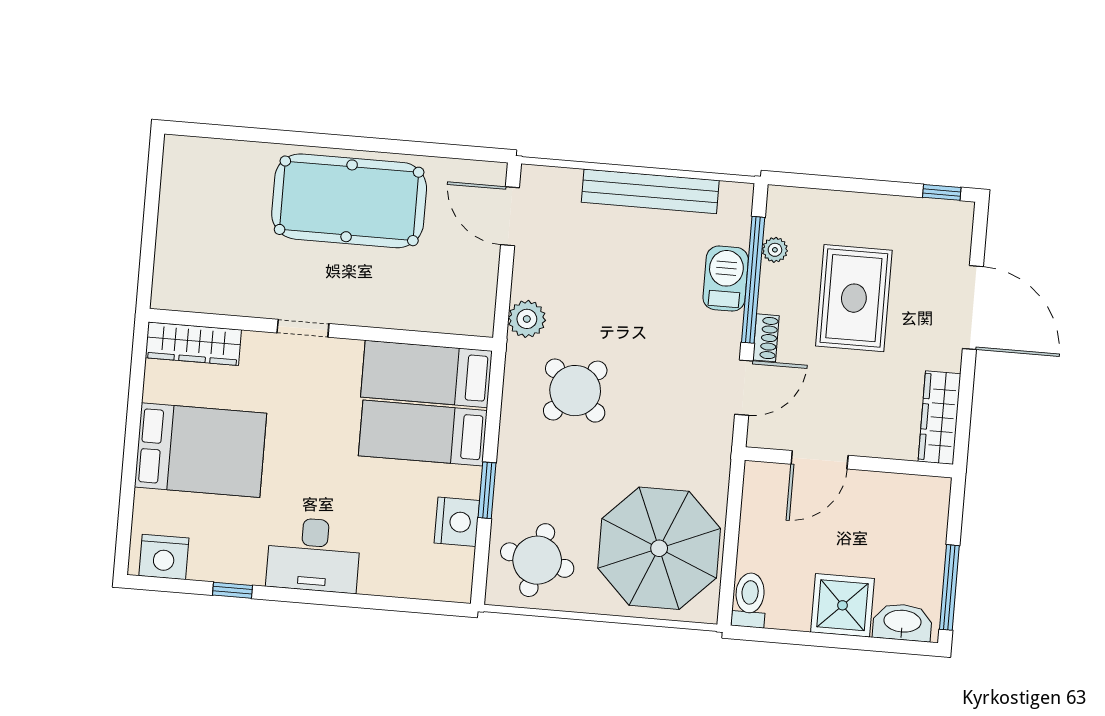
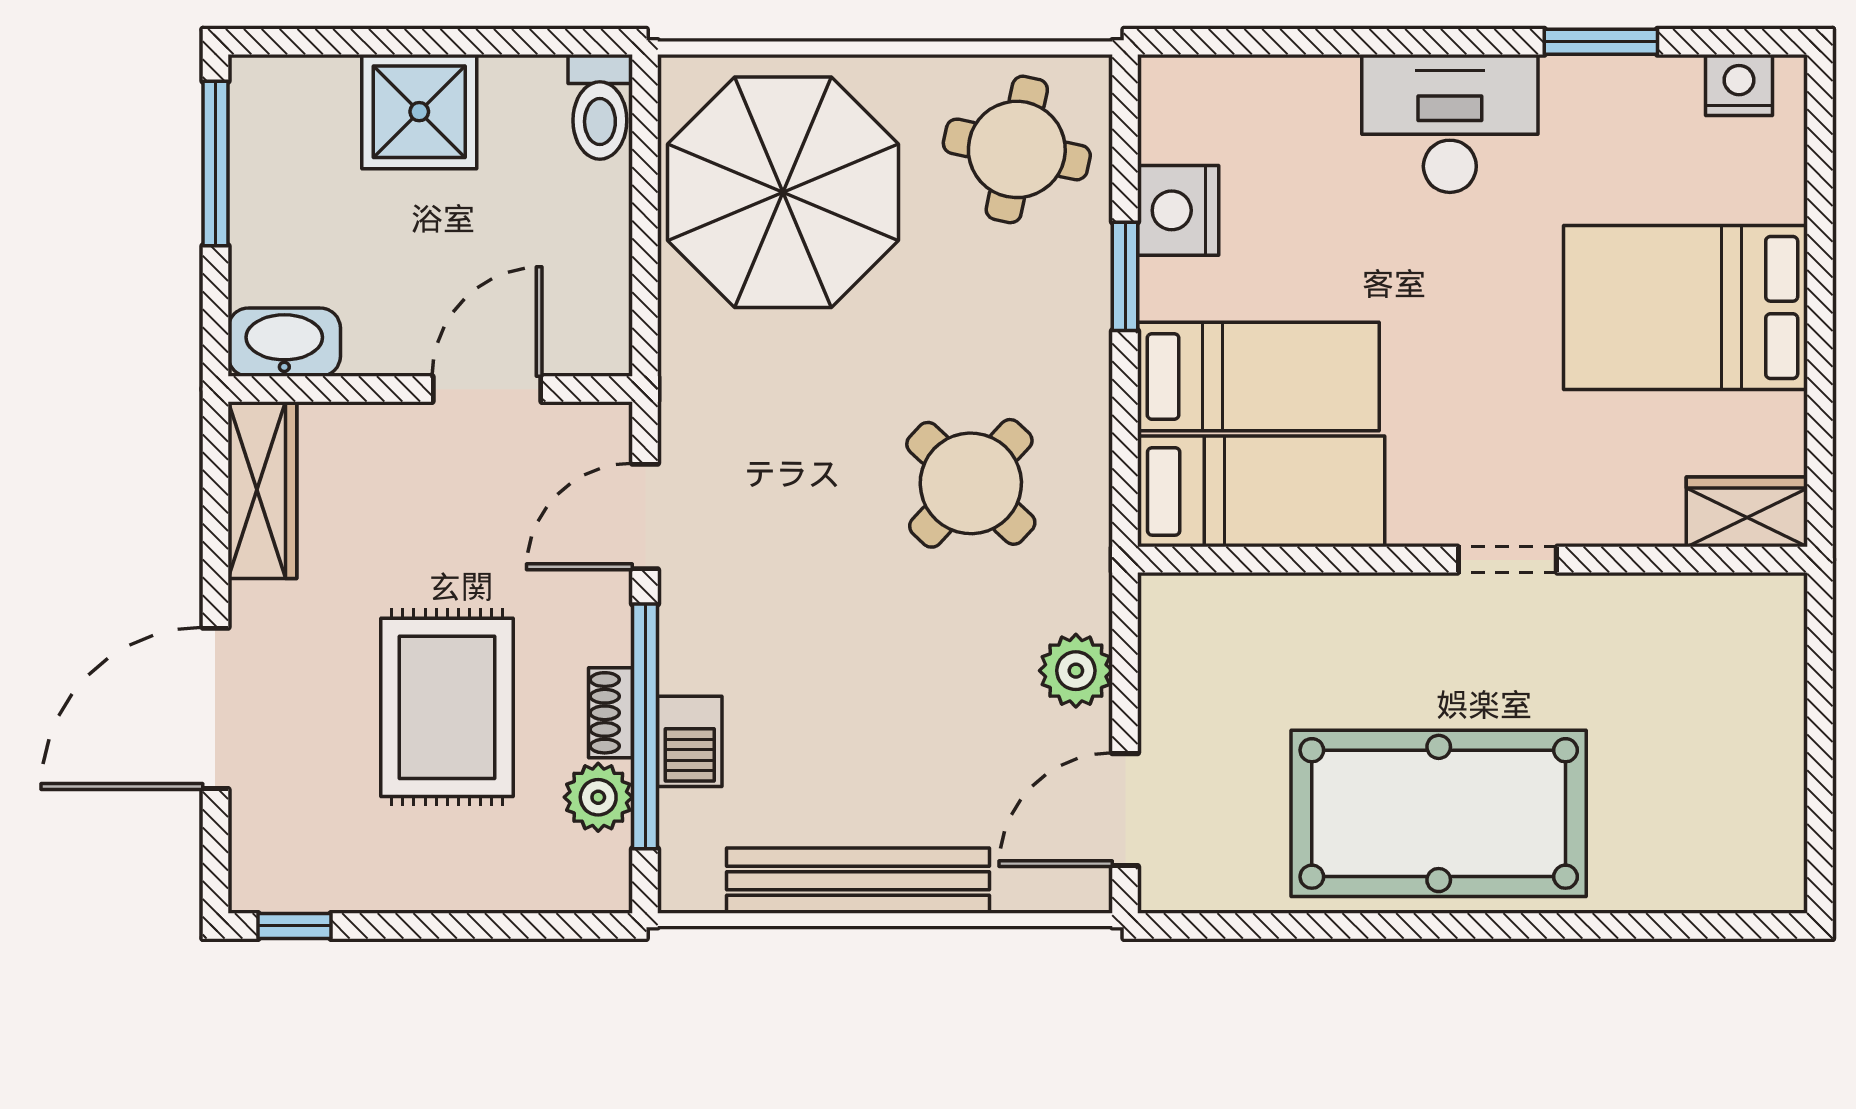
door: (510, 216) -> (1125, 810), swing flipped
plant: (775, 250) -> (598, 797), width x1.38, depth x1.38
barbecue: (726, 279) -> (690, 741), width x0.73, depth x0.79
door: (973, 308) -> (215, 708), hinge flipped
plant: (527, 319) -> (1076, 671), moved
shoe rack: (766, 338) -> (610, 713), moved
wardrobe: (193, 344) -> (1747, 512), width x0.67
nightstand: (164, 557) -> (1739, 85), width x0.74, depth x0.75
window: (232, 590) -> (1601, 42), width x1.50
washbasin: (902, 622) -> (284, 342), moved, turned 180

